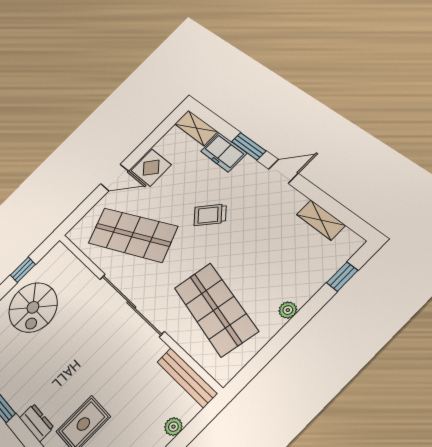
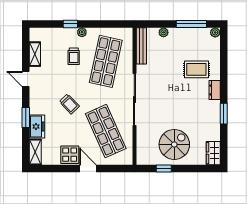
door: (283, 171) -> (26, 79), moved
trolley: (266, 271) -> (74, 56), added
window: (342, 277) -> (70, 24), moved

